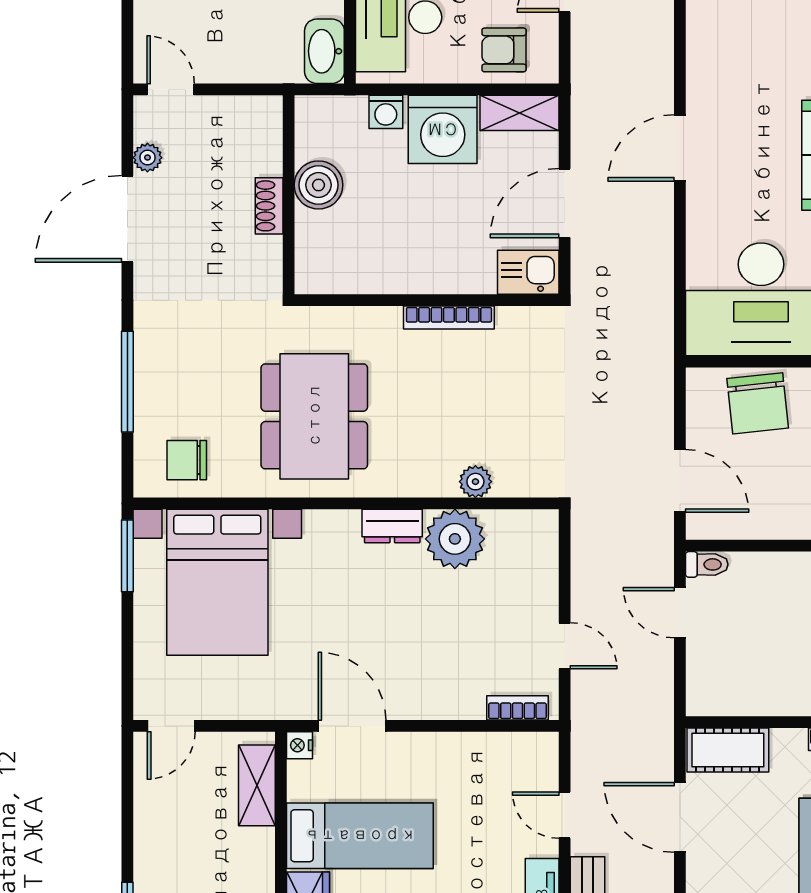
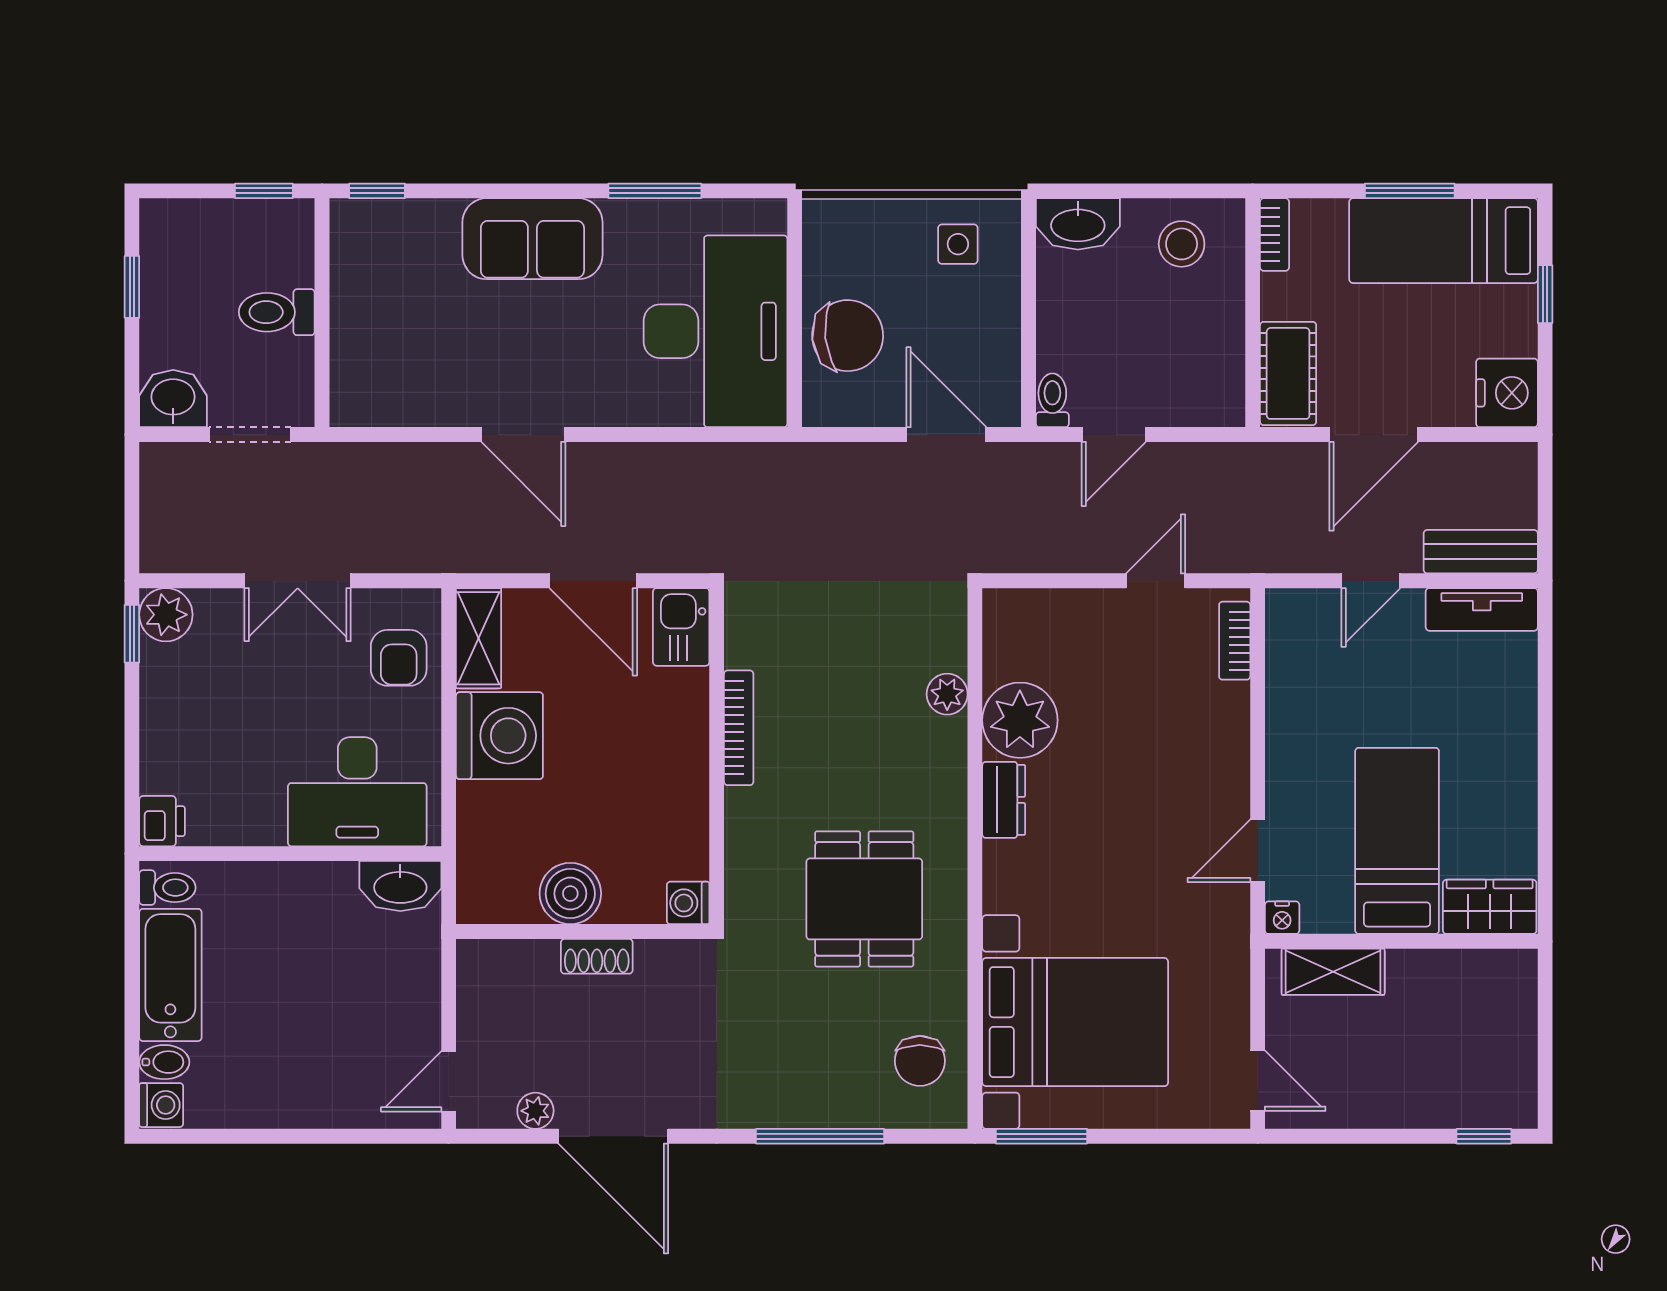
washing machine: (386, 112) -> (688, 903), moved, turned 180
dining table: (314, 416) -> (864, 899), width x0.73
door: (680, 481) -> (946, 435), hinge flipped
door: (352, 726) -> (1258, 851), width x0.73

